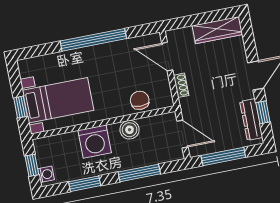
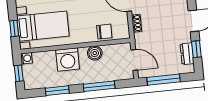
chair: (140, 100) -> (104, 32), turned 90
dresser: (251, 120) -> (187, 54), width x0.70
washing machine: (46, 174) -> (26, 58), moved

